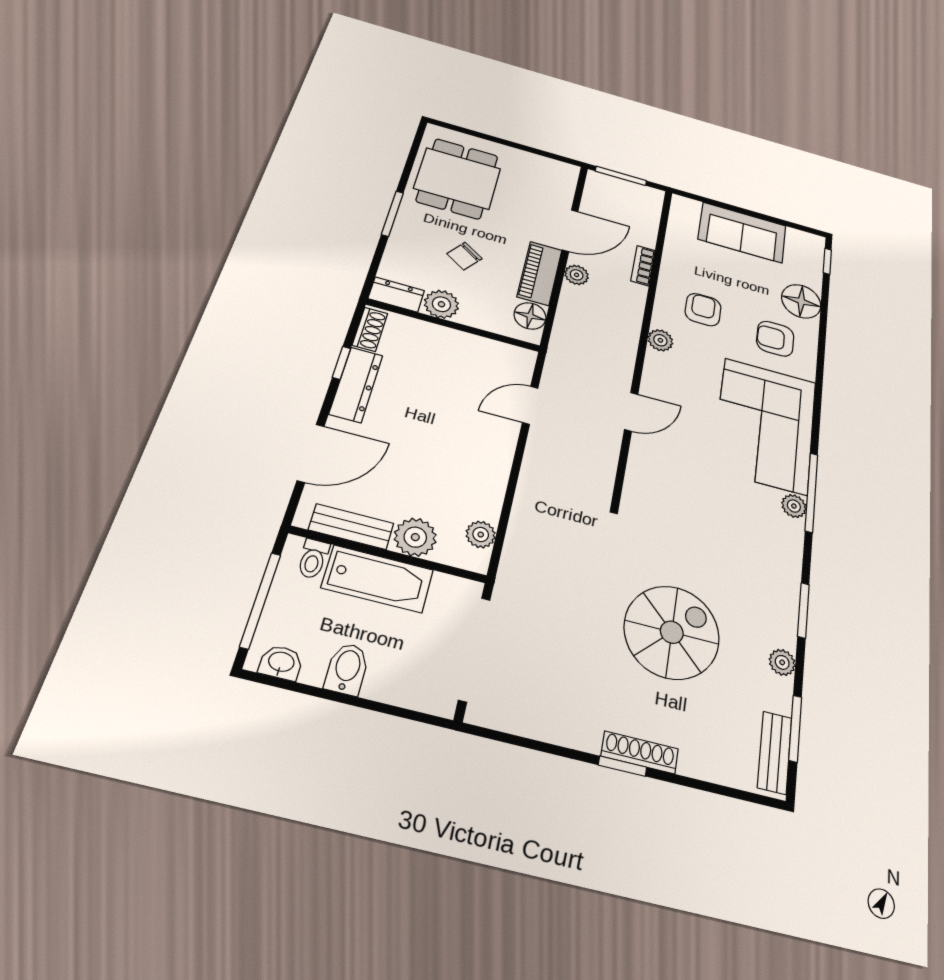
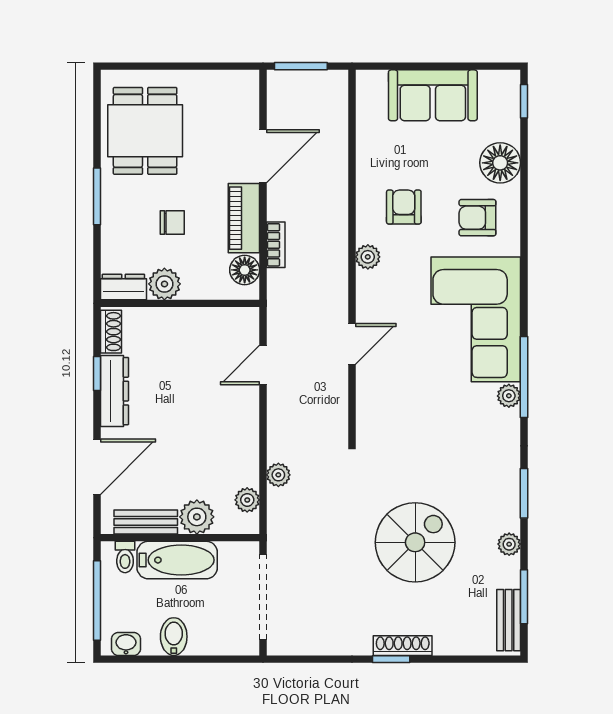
chair: (464, 256) -> (172, 222), turned -125
bookcase: (643, 266) -> (276, 245), moved, turned 180
plant: (577, 275) -> (278, 475), moved

